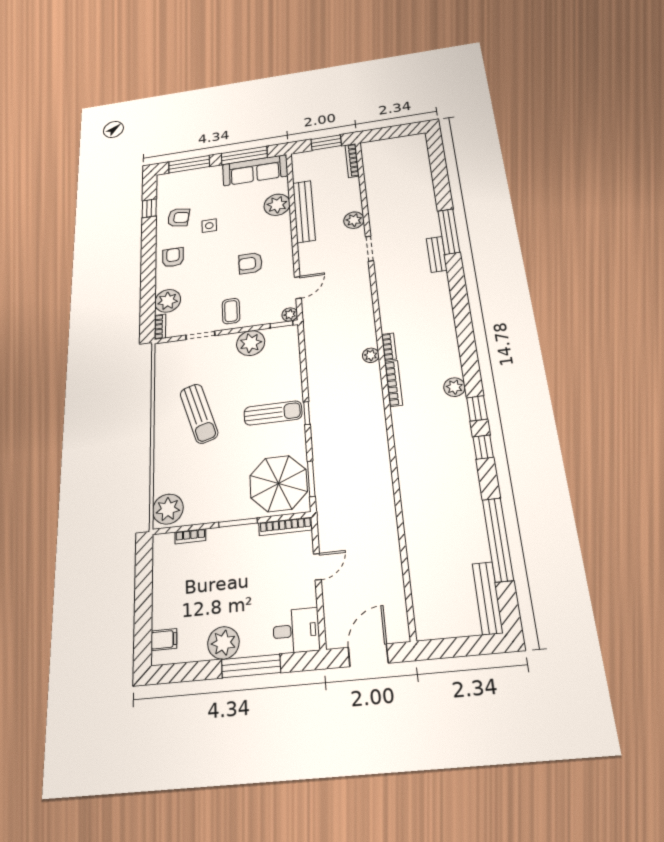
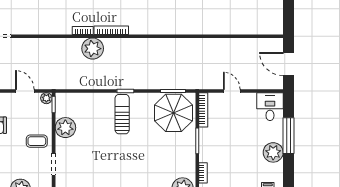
plant: (371, 355) -> (93, 49), width x1.87, depth x1.87
sun lounger: (199, 413) -> (116, 166), removed

